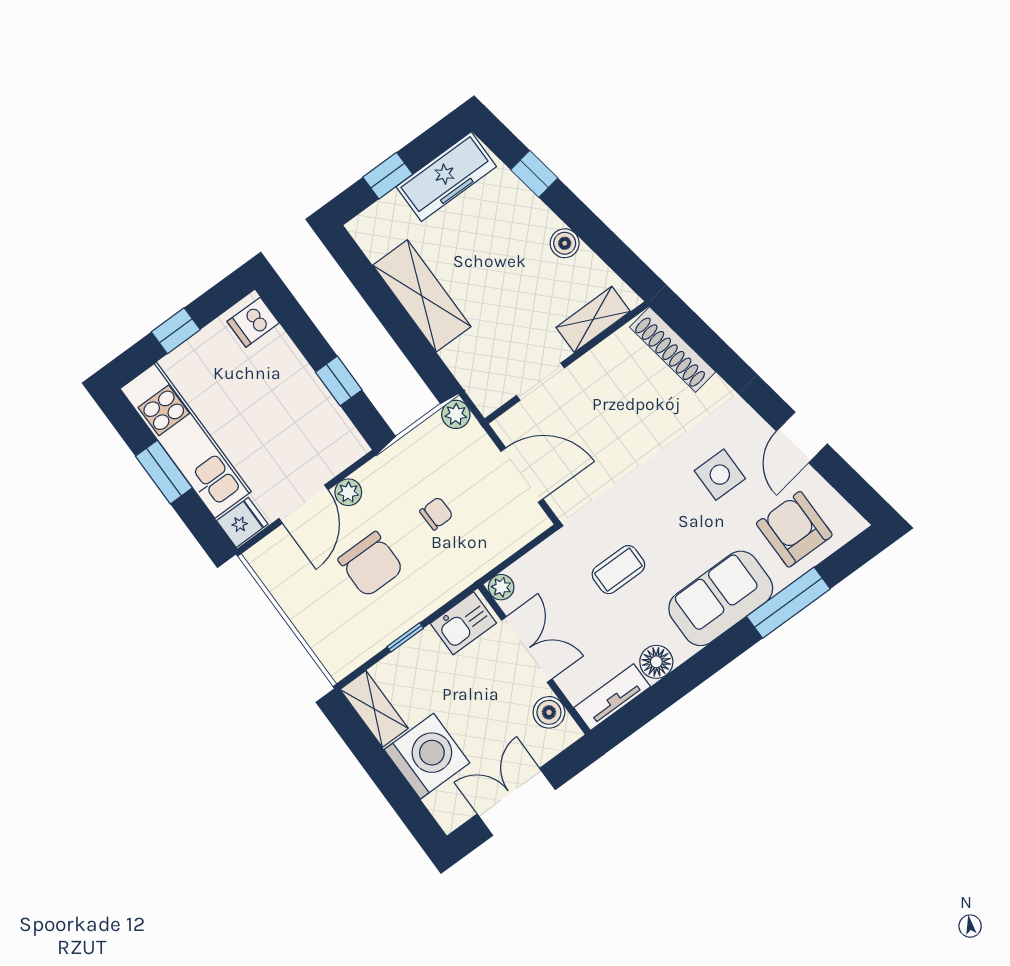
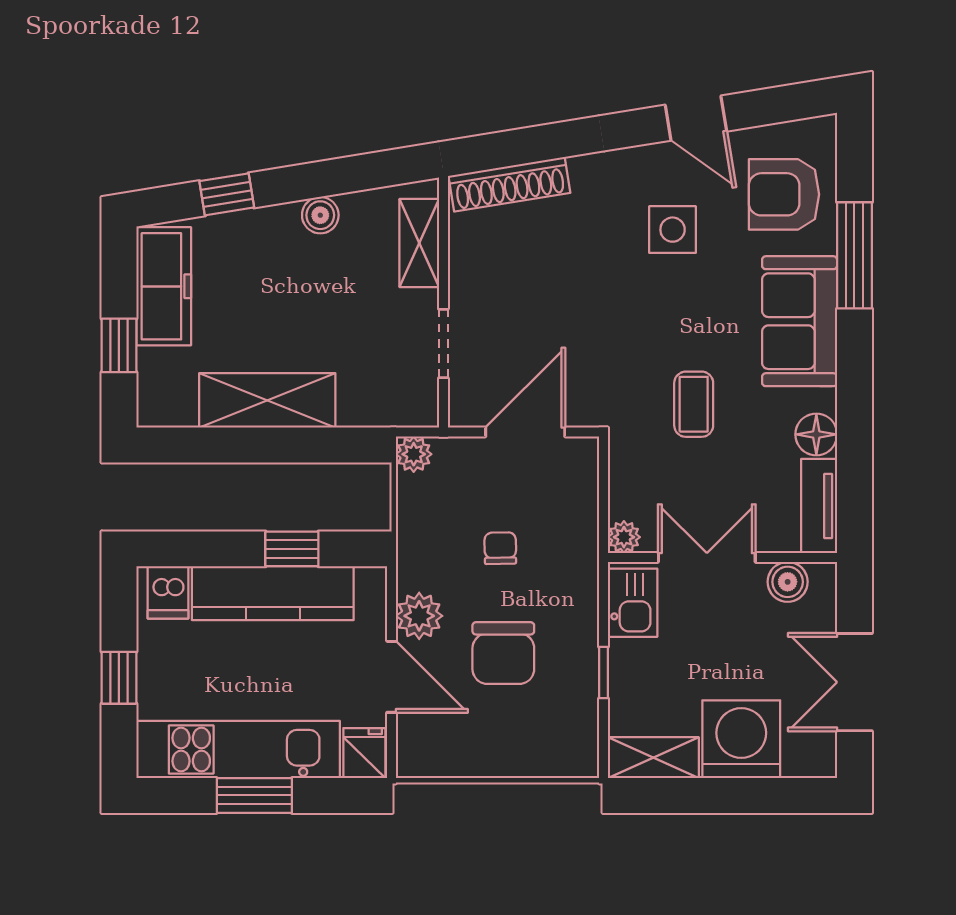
kitchen counter: (301, 389) -> (273, 593), added
plant: (348, 492) -> (419, 616), width x1.38, depth x1.38
chair: (371, 564) -> (503, 653), turned 90

